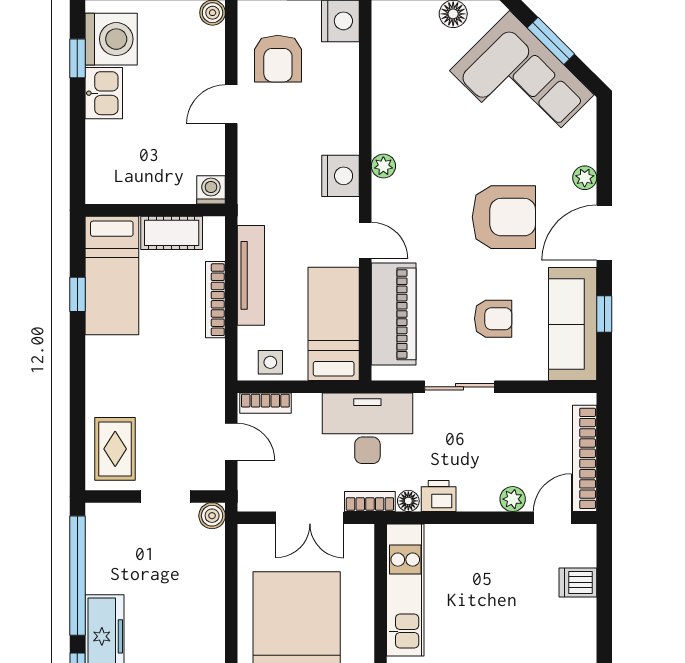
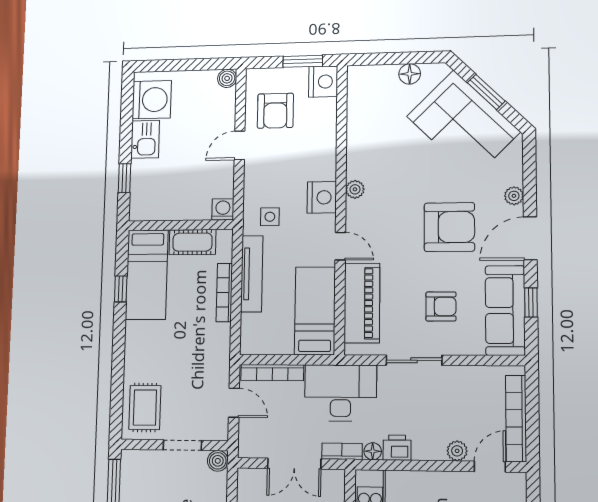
window: (77, 58) -> (125, 178), moved
side table: (270, 362) -> (270, 217), moved
bookcase: (265, 403) -> (272, 373), width x1.56

